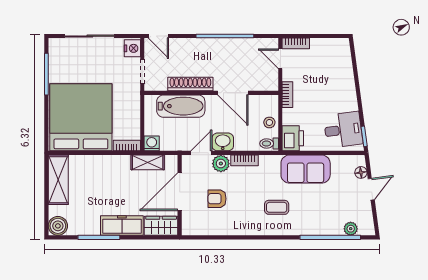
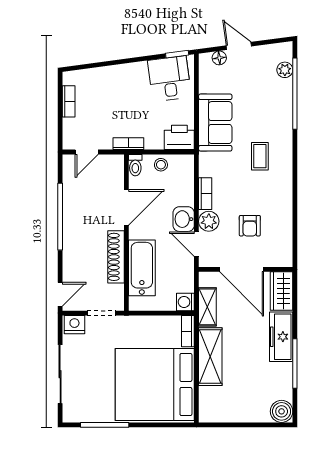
bookcase: (296, 43) -> (69, 101), moved
toilet: (269, 144) -> (135, 165), moved
shelving: (58, 180) -> (210, 357), moved, turned 90

